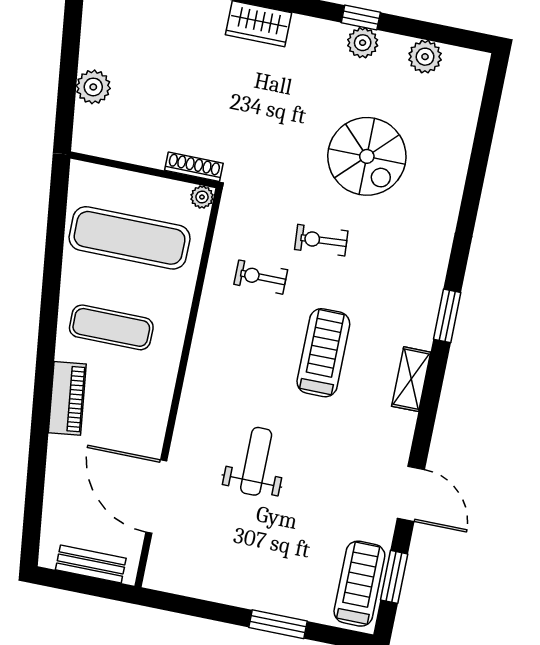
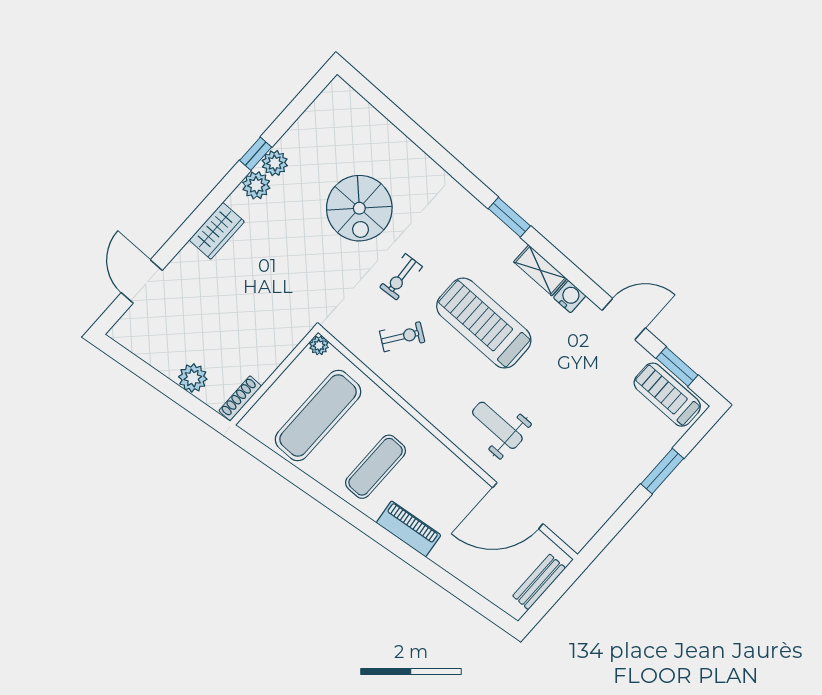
plant: (425, 57) -> (256, 185), moved
spiral stairs: (367, 156) -> (359, 208), turned 90
shoe rack: (194, 167) -> (240, 398), moved
exercise bike: (261, 277) -> (402, 337), turned -145
treadmill: (323, 353) -> (484, 323), width x1.37, depth x1.38
water cooler: (402, 425) -> (570, 297), added
weight bench: (256, 461) -> (497, 425), moved

